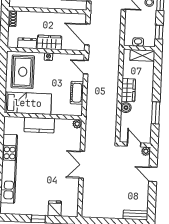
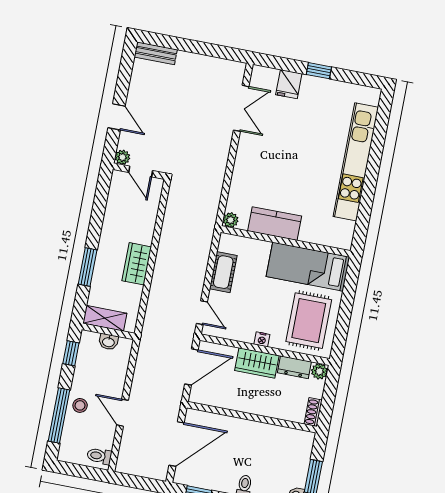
door: (87, 34) -> (191, 367), hinge flipped
plant: (12, 43) -> (319, 371), added
boiler: (126, 108) -> (145, 235), removed
window: (156, 113) -> (88, 267), moved
kitchen counter: (39, 125) -> (275, 224), moved
double door: (82, 165) -> (241, 108), moved

